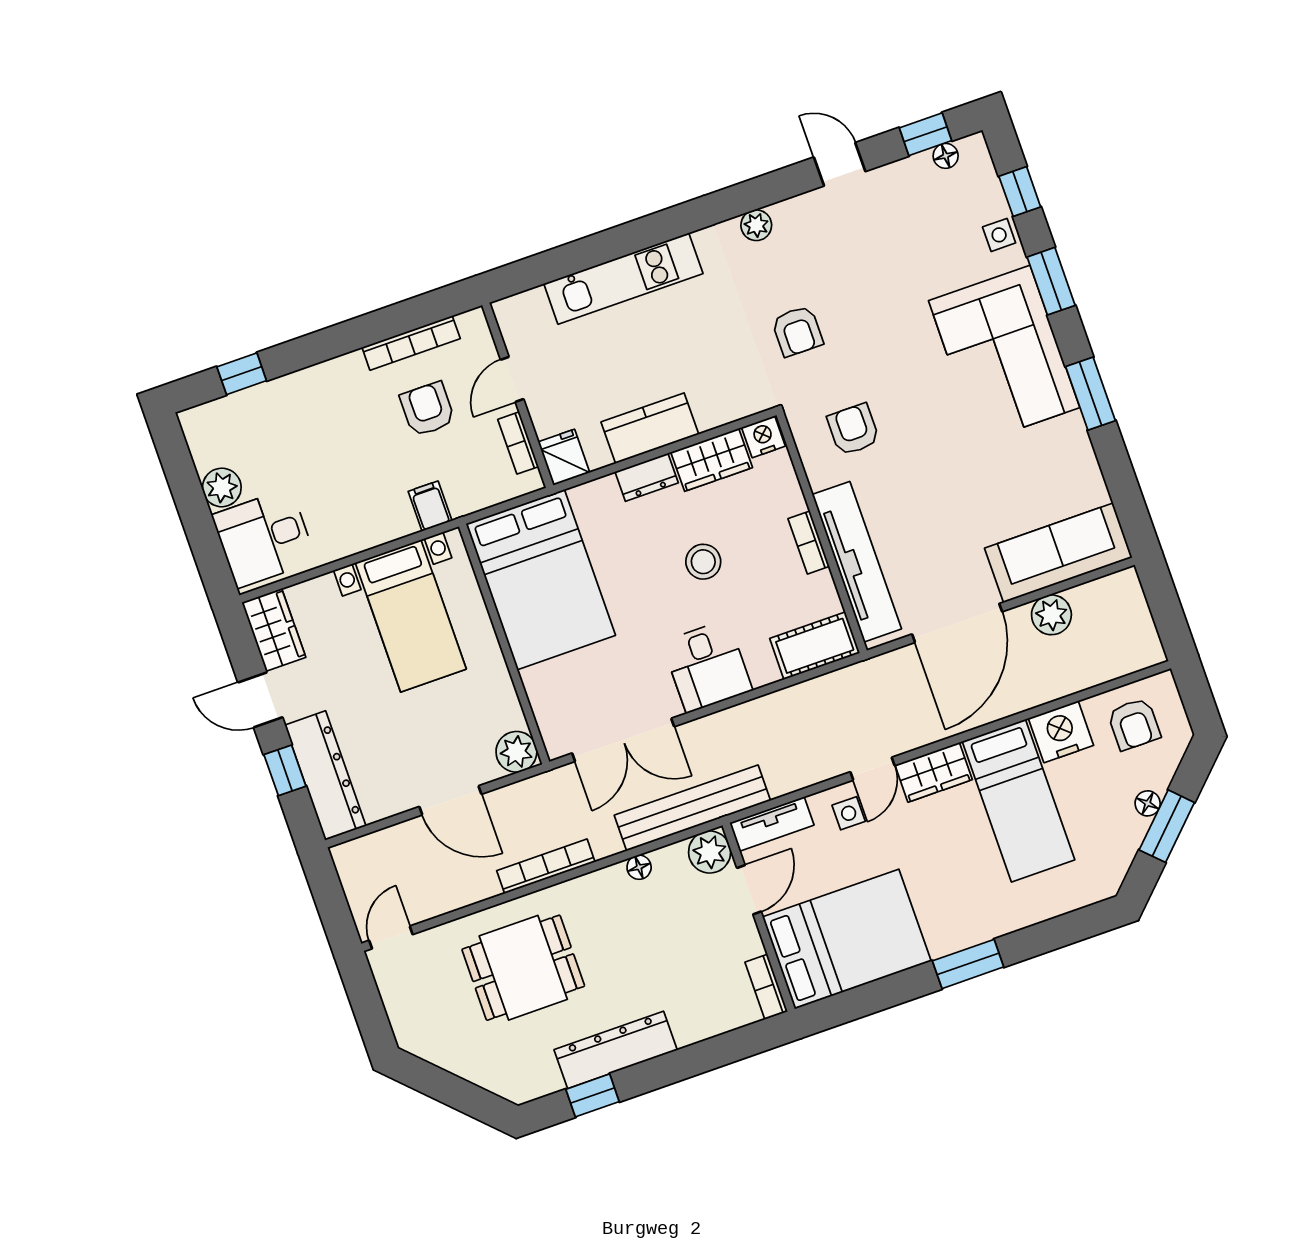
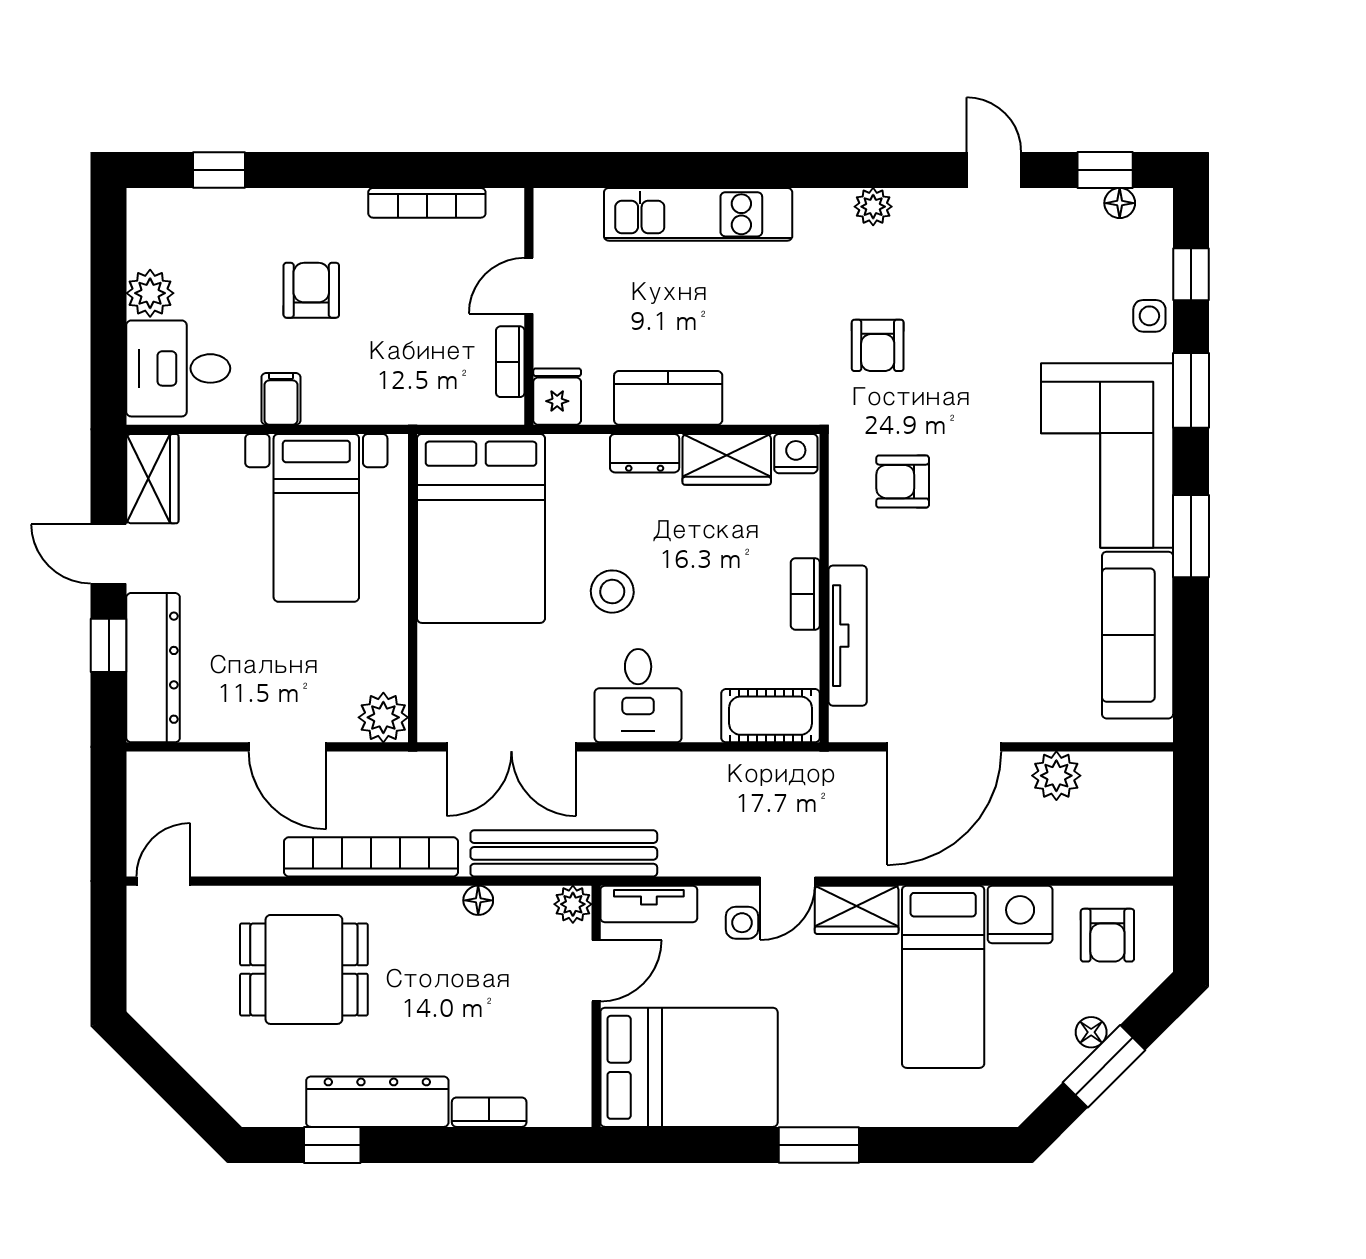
armchair: (427, 409) -> (311, 290), moved
armchair: (853, 429) -> (903, 482), turned -90
filing cabinet: (430, 506) -> (281, 399), moved
sofa: (1058, 553) -> (1138, 635), moved, turned -90
stool: (703, 562) -> (612, 592), moved
tv unit: (857, 562) -> (848, 636), width x0.73, depth x0.78
plant: (710, 852) -> (573, 904), width x0.73, depth x0.73
bookcase: (546, 866) -> (371, 857), width x1.48, depth x1.31
bookcase: (766, 987) -> (489, 1112), moved, turned 90

